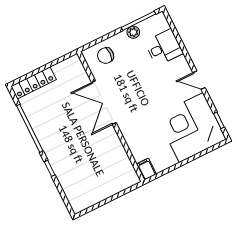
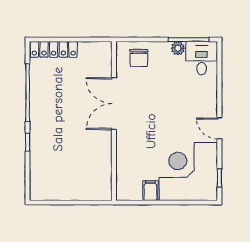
desk: (164, 47) -> (202, 58), moved, turned -90
chair: (106, 56) -> (139, 58), turned -90
filing cabinet: (146, 169) -> (150, 191), moved

